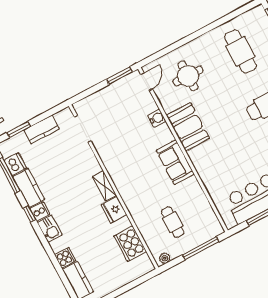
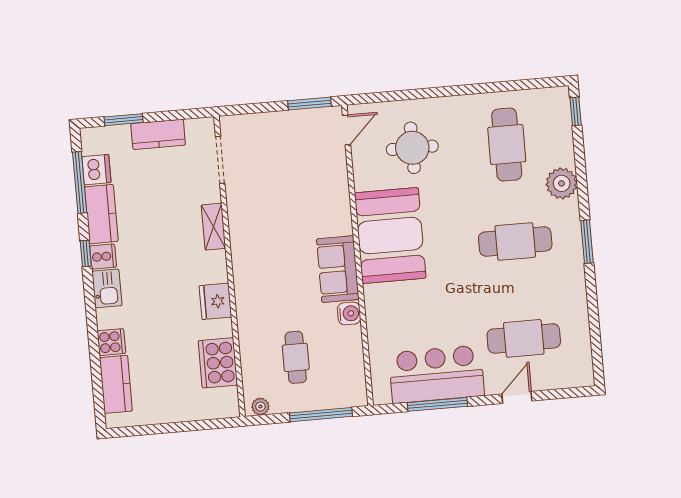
water cooler: (157, 118) -> (349, 313), moved
booth: (188, 127) -> (390, 236), width x1.36, depth x1.42
shelving: (104, 186) -> (213, 227), moved

